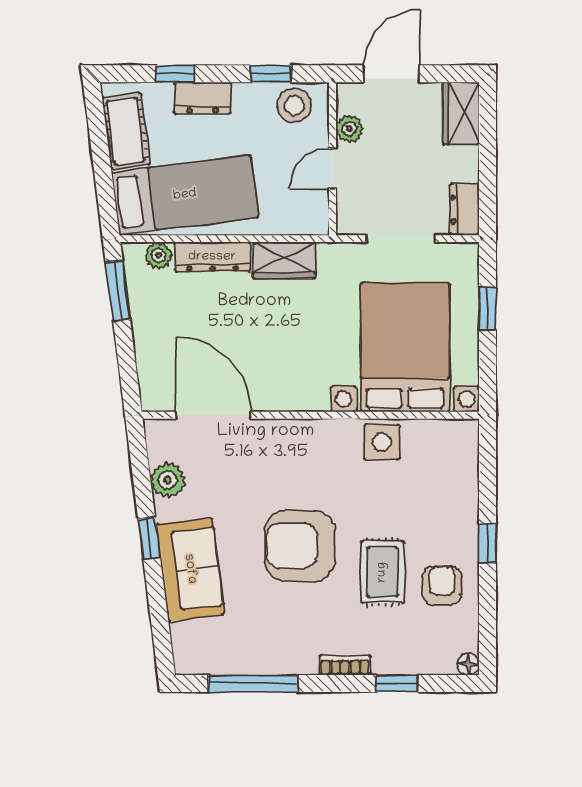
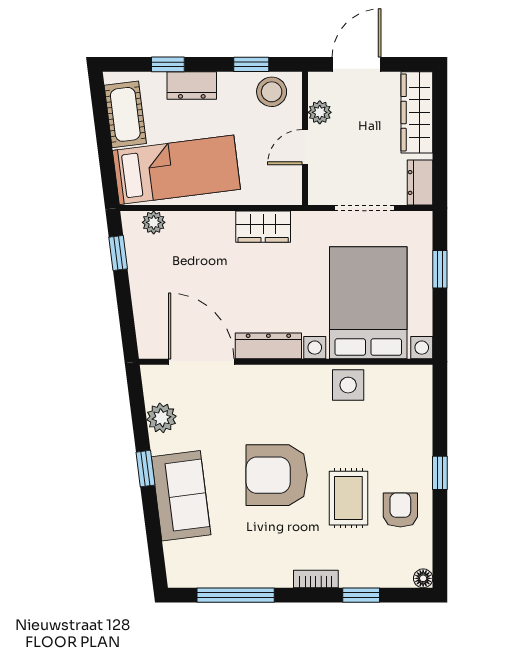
wardrobe: (461, 113) -> (417, 112), width x1.50
dresser: (212, 257) -> (268, 346), moved, turned 180
window: (118, 290) -> (118, 253), width x0.67

